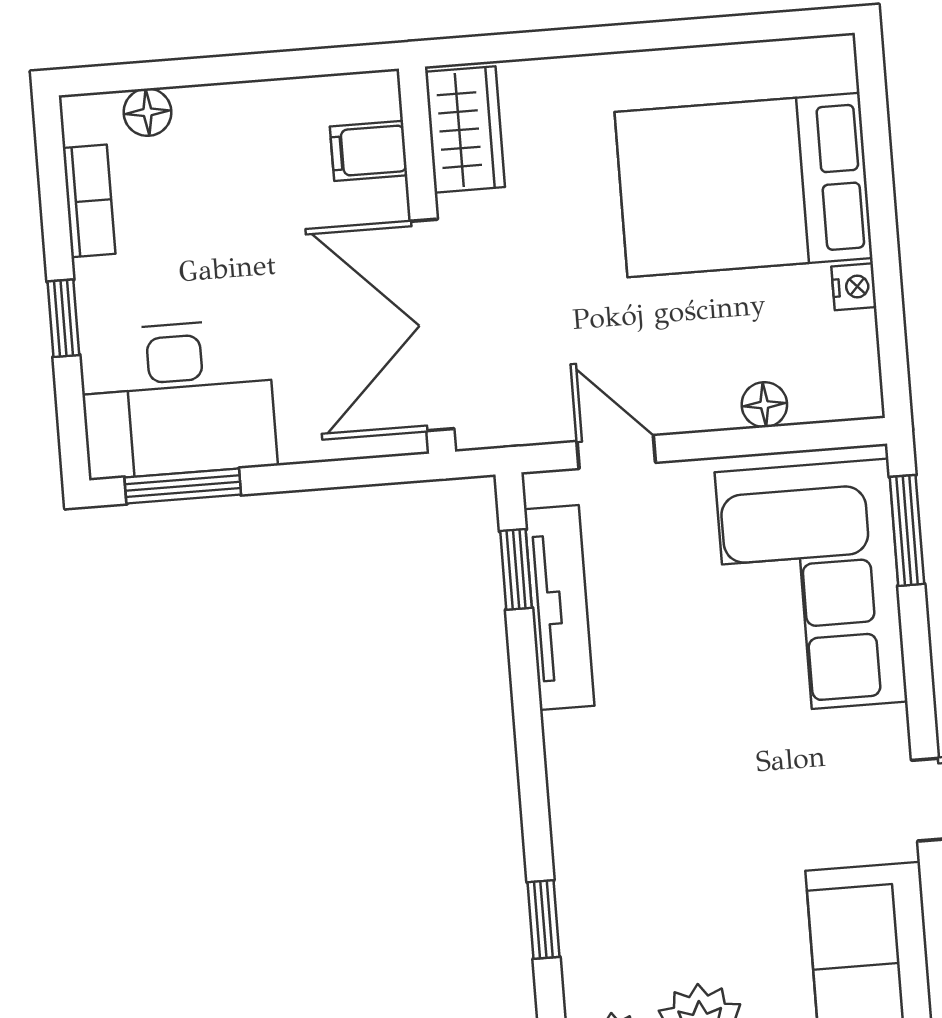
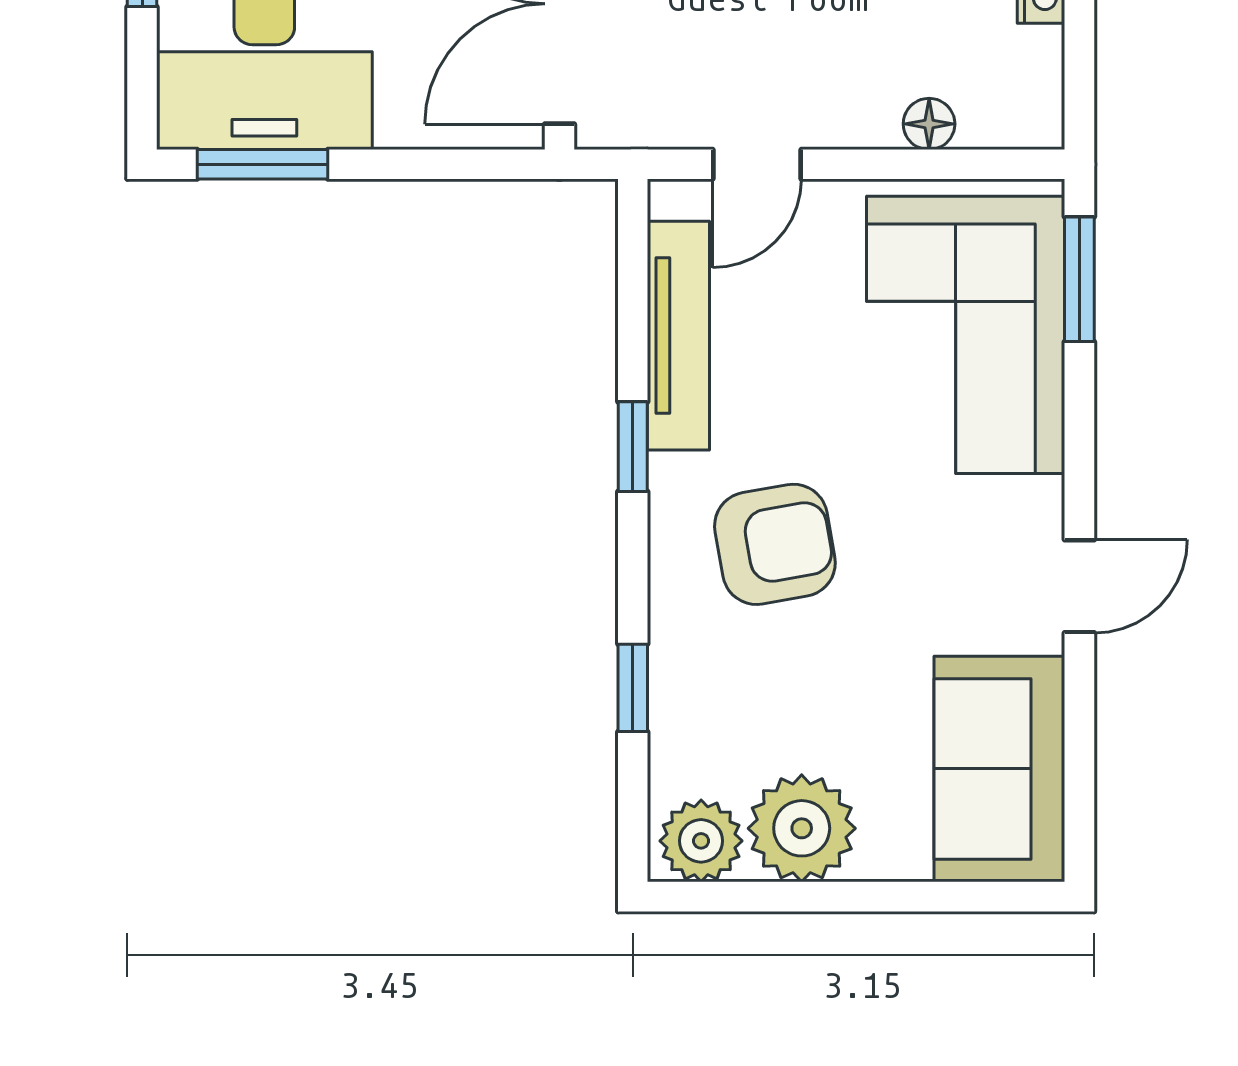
door: (616, 452) -> (757, 164), swing flipped
window: (516, 569) -> (633, 447), moved
armchair: (658, 784) -> (775, 544), added

